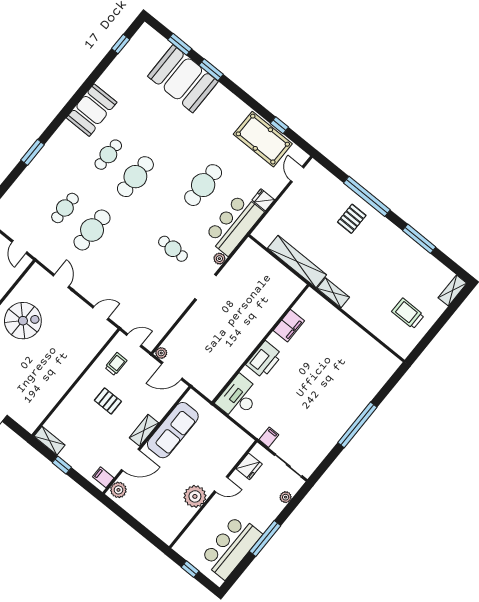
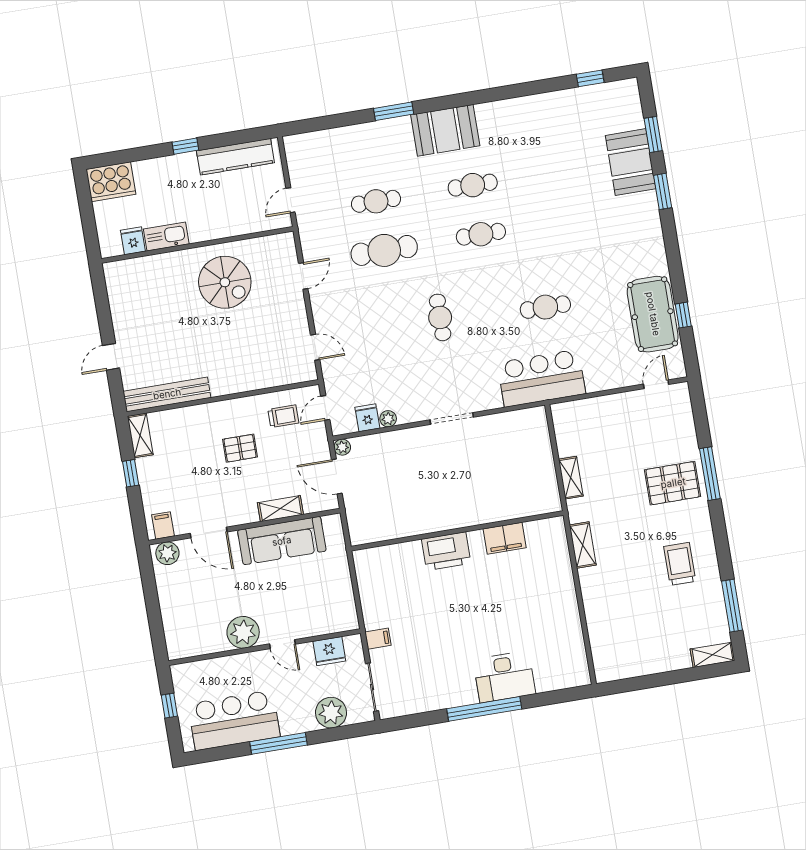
booth: (183, 79) -> (631, 162), width x0.73, depth x0.70
booth: (92, 110) -> (445, 130), moved
cafe table: (135, 177) -> (481, 234), width x0.73, depth x0.74
cafe table: (203, 185) -> (545, 307), width x0.73, depth x0.74
window: (367, 196) -> (710, 474), width x0.68
fridge: (263, 200) -> (367, 418), moved
pallet: (352, 219) -> (673, 483), width x1.50, depth x1.42
window: (419, 239) -> (732, 606), moved
cafe table: (173, 249) -> (440, 317), moved
plant: (219, 259) -> (388, 419), moved
shelving: (297, 261) -> (571, 478), width x0.45, depth x0.75
trolley: (408, 313) -> (680, 564), moved
door: (134, 340) -> (325, 408), swing flipped
desk: (239, 398) -> (504, 677), moved, turned 180
pallet: (108, 401) -> (240, 448), turned 90
bench: (45, 407) -> (167, 394), added
shelving: (144, 430) -> (280, 509), moved
plant: (286, 497) -> (331, 713), width x1.88, depth x1.88

